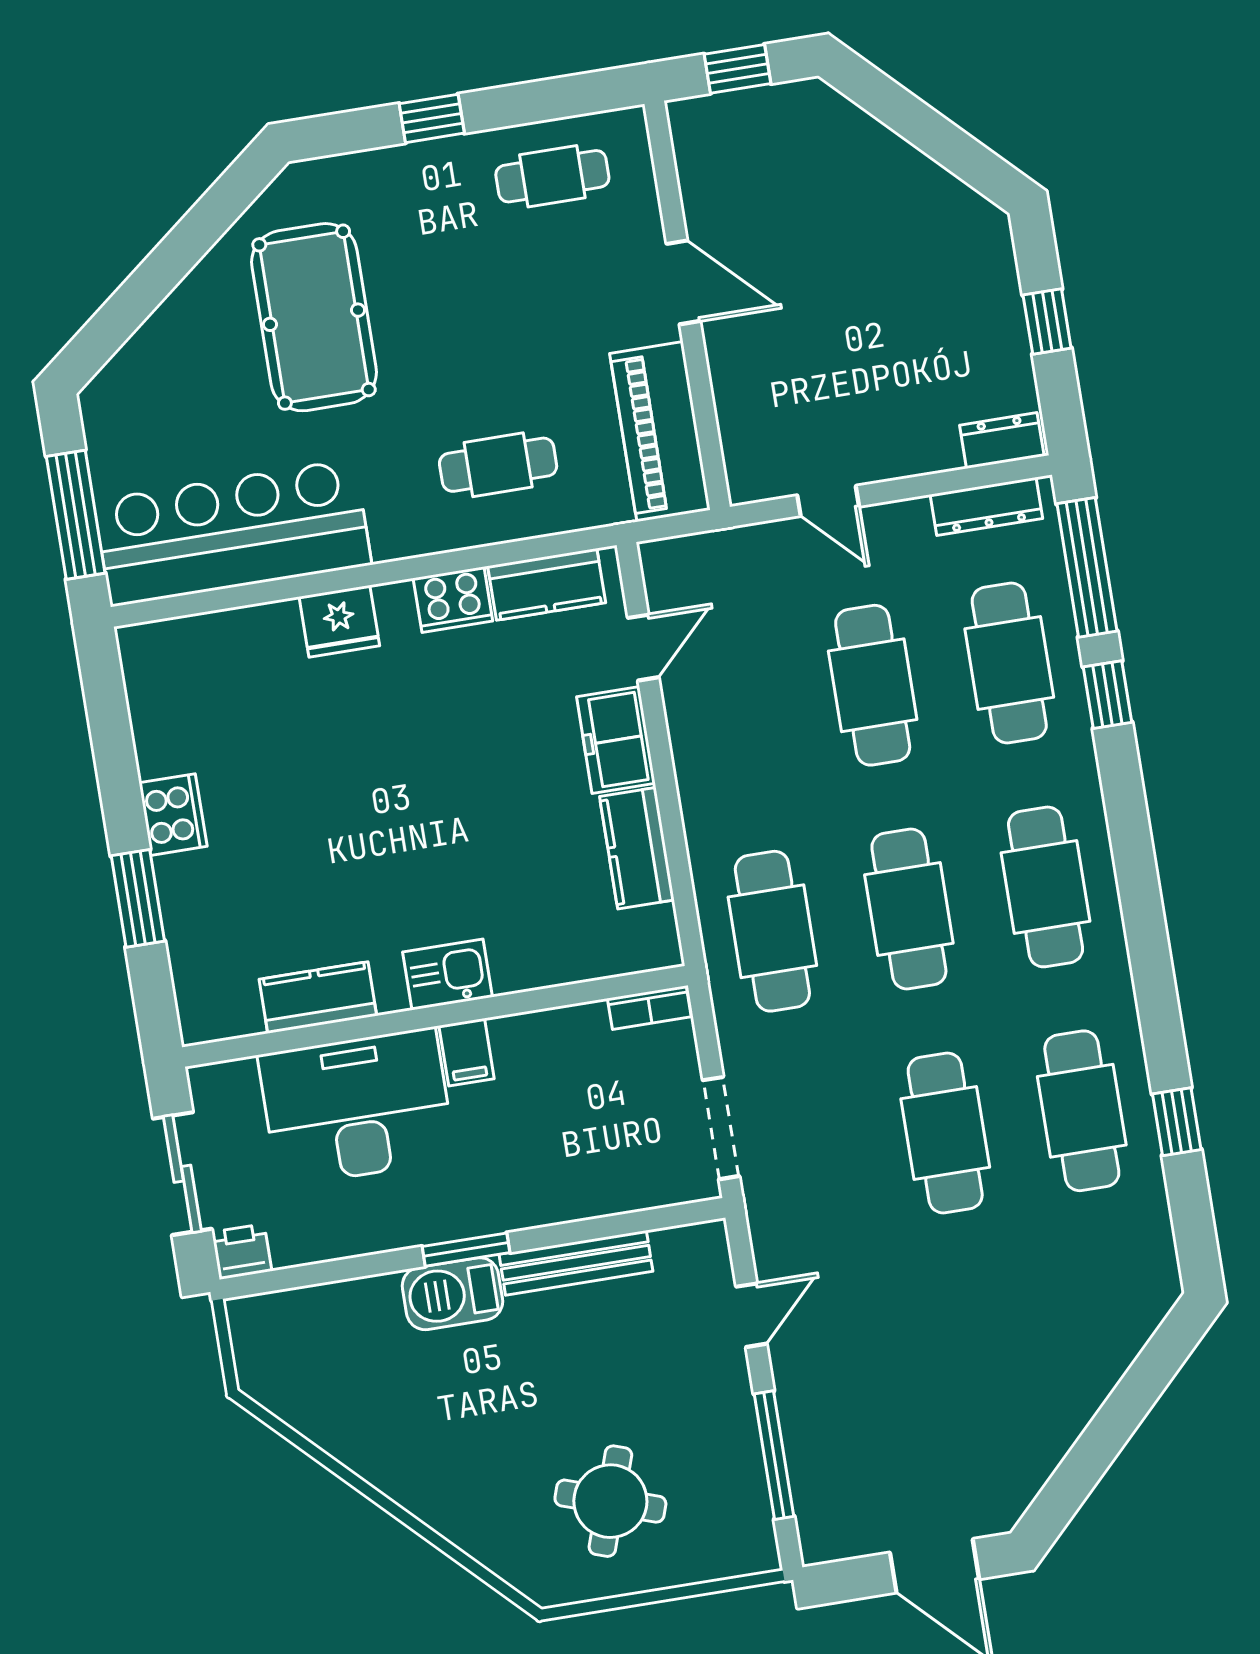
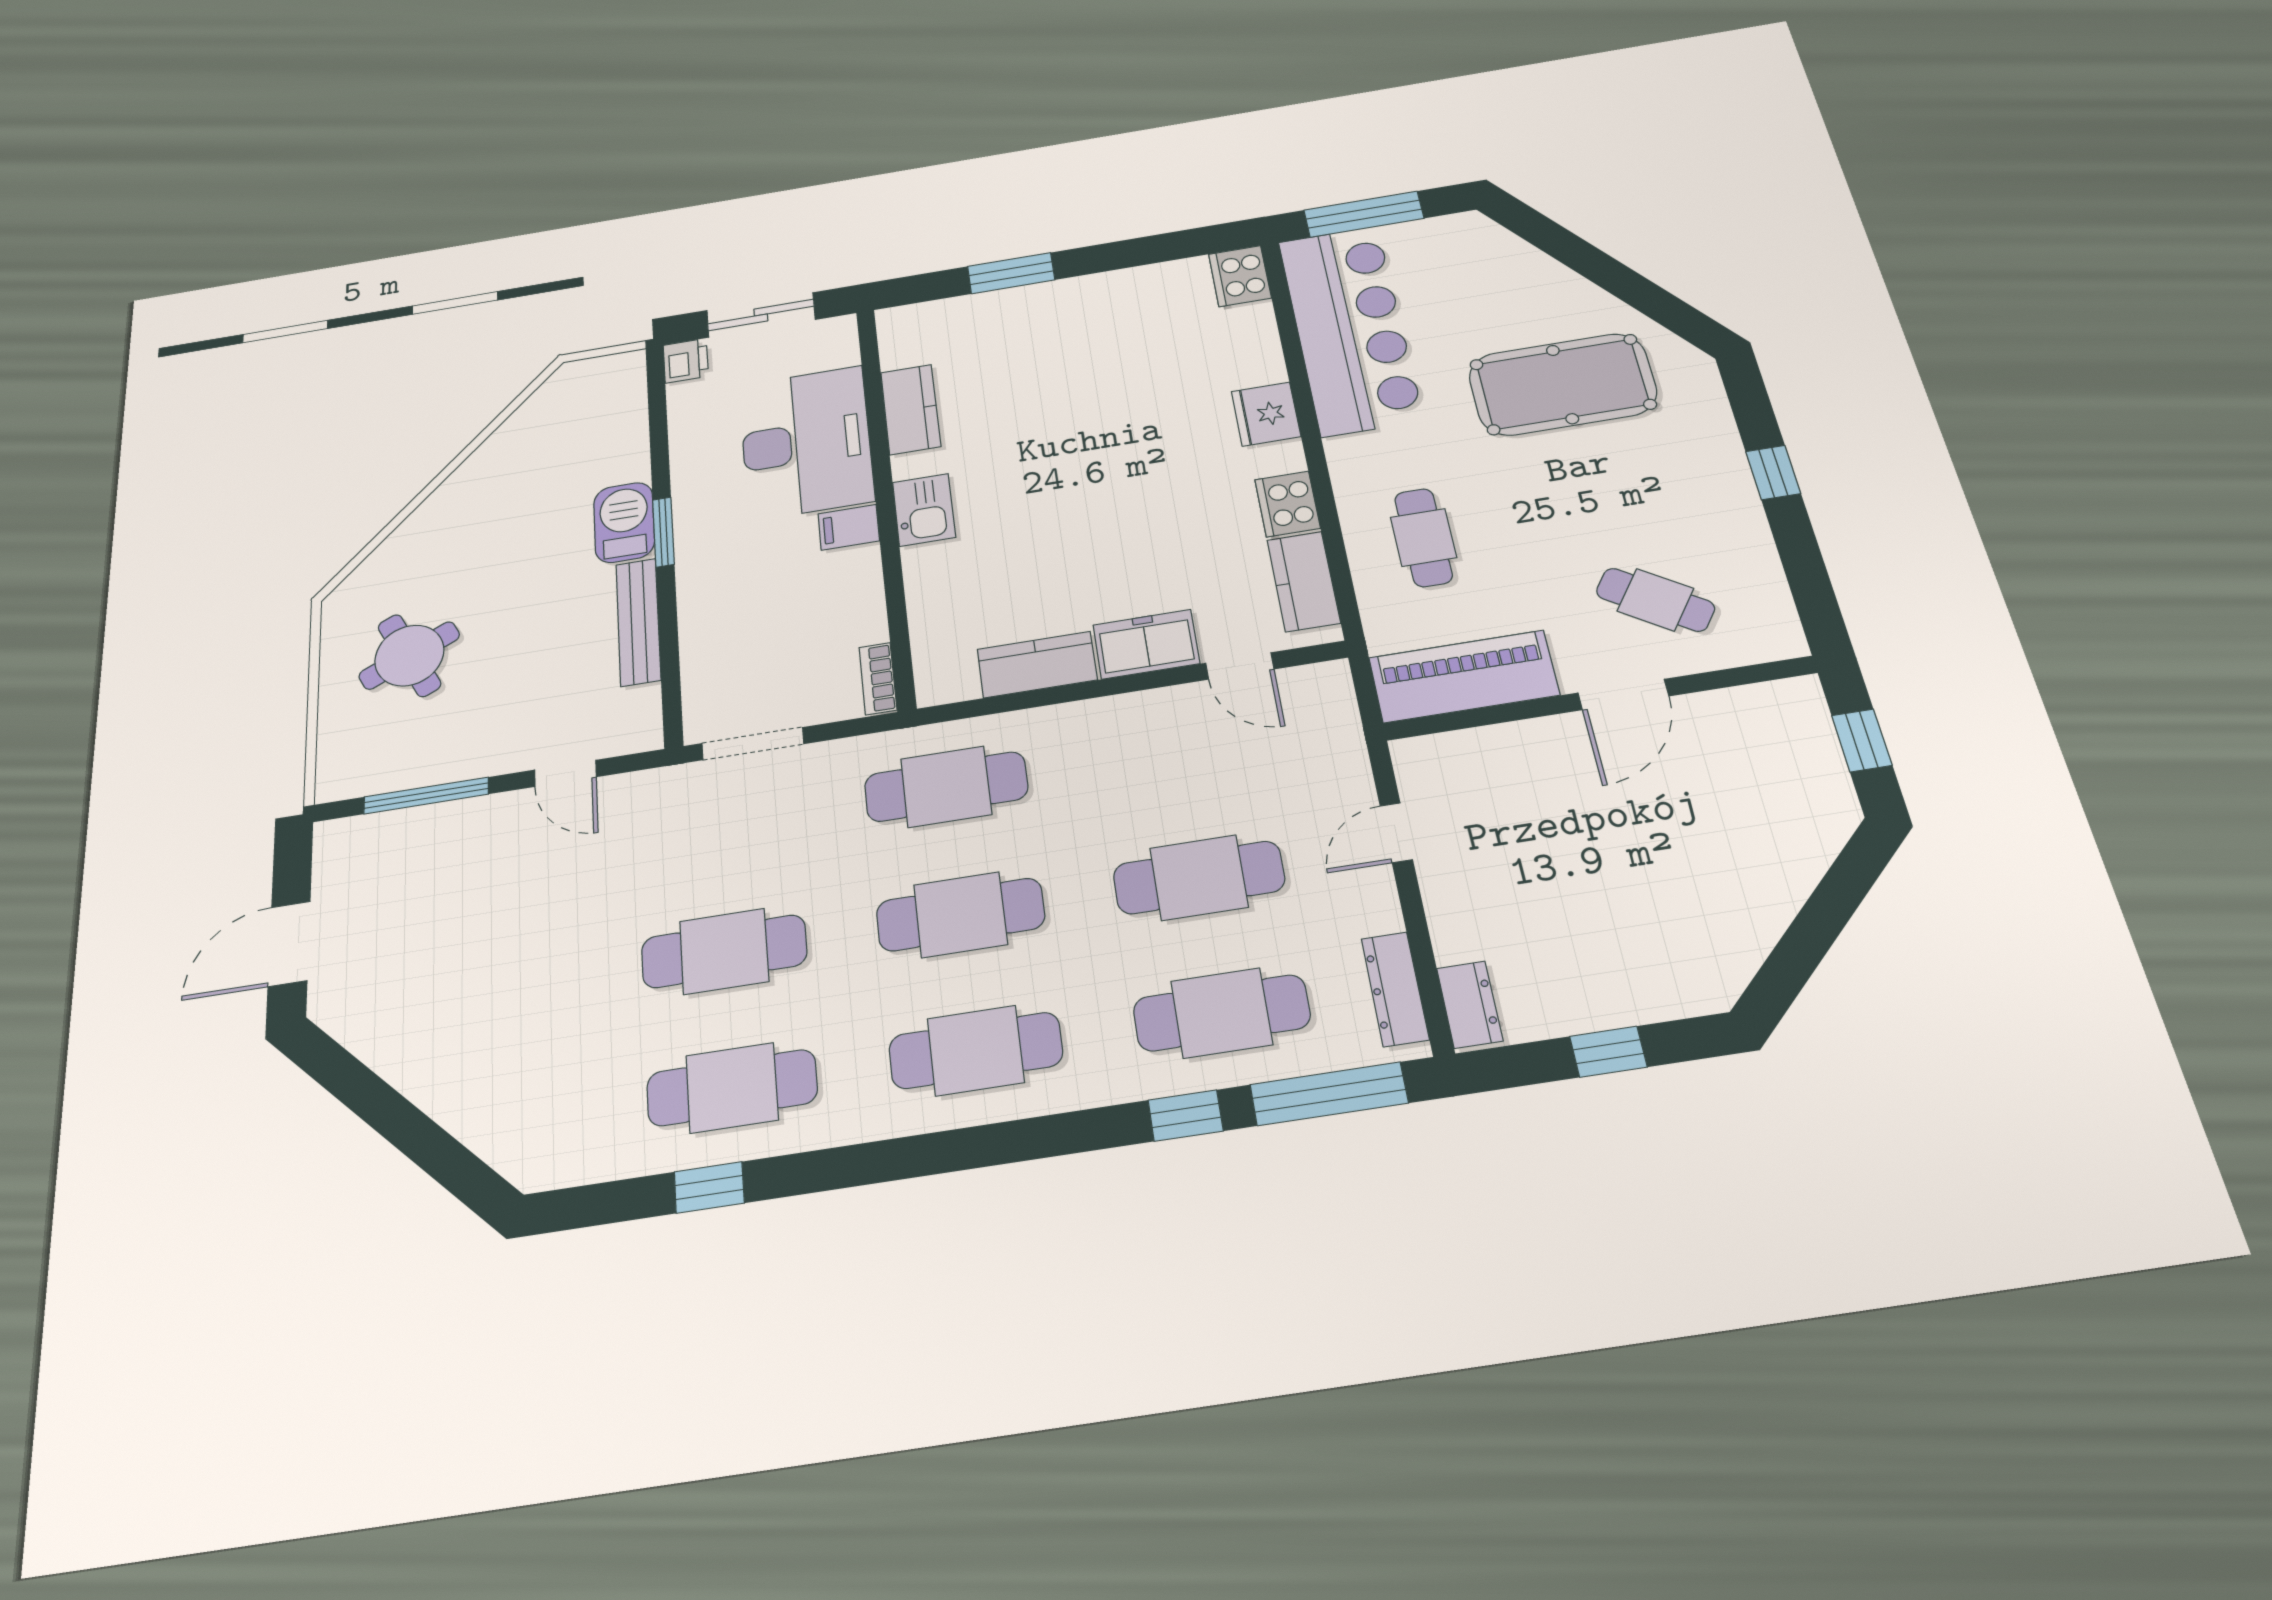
cafe table: (552, 176) -> (1655, 600), moved, turned -56
cooker: (173, 815) -> (1240, 276), moved, turned 90
round table: (610, 1501) -> (409, 655), turned 45

